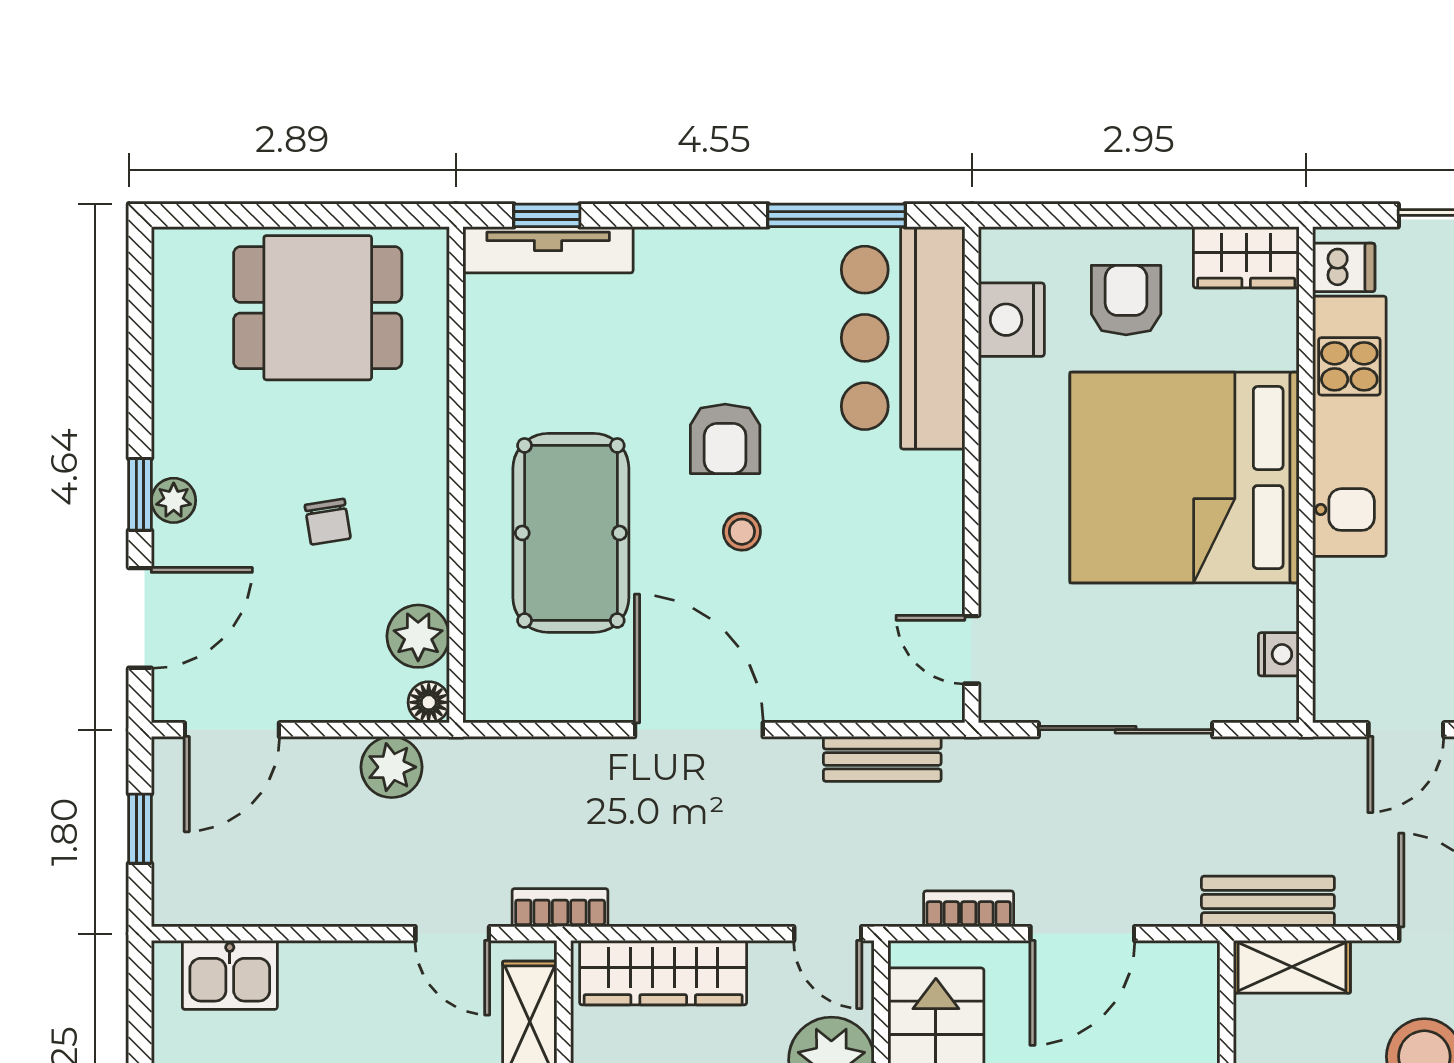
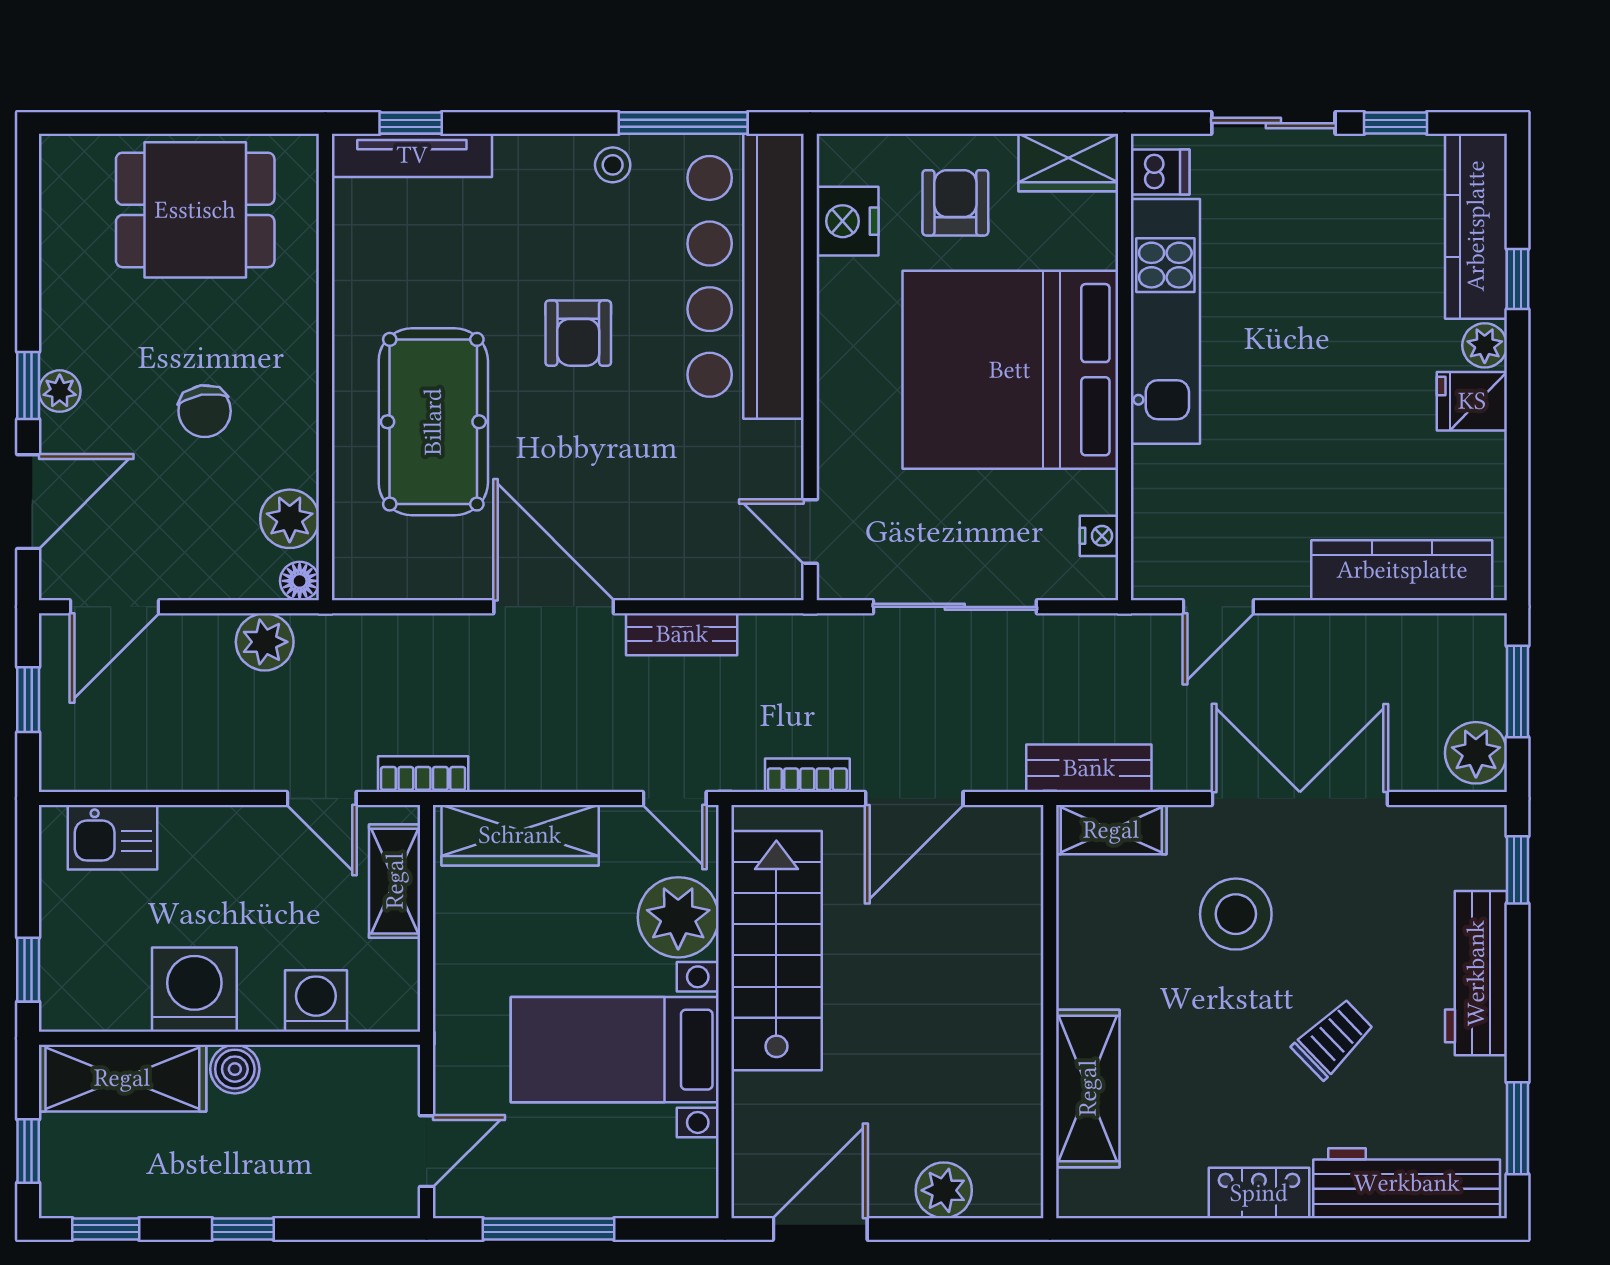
bar counter: (903, 338) -> (746, 276), width x1.36
chair: (328, 522) -> (205, 411), width x1.37, depth x1.37
stool: (742, 532) -> (613, 165), moved
bench: (882, 759) -> (682, 634), moved

